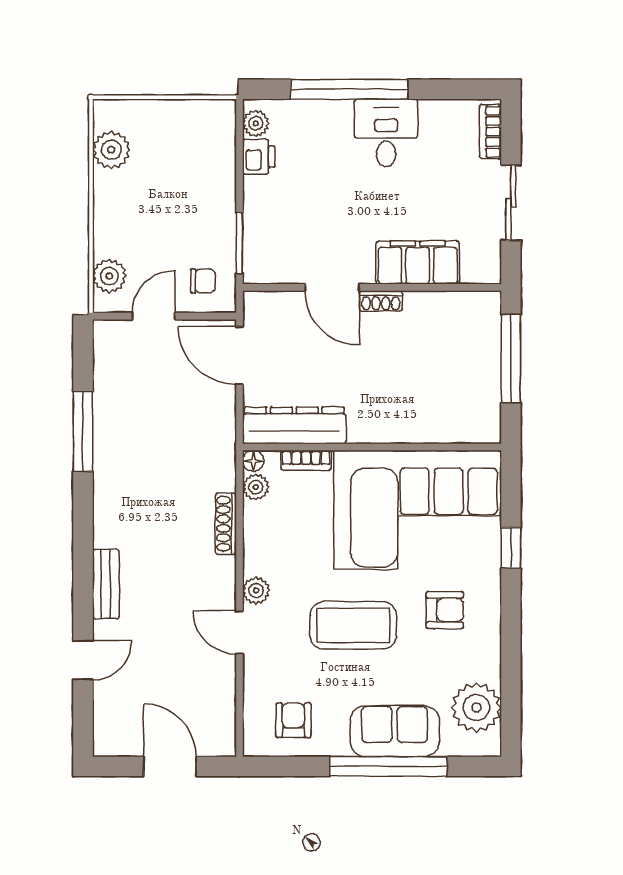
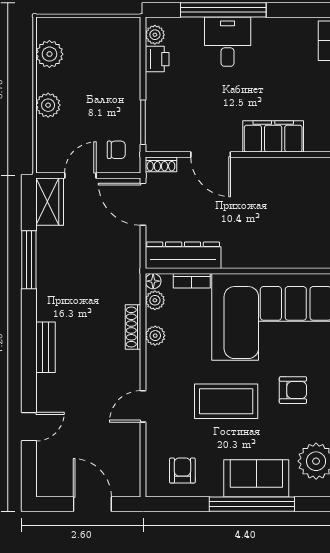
desk: (386, 133) -> (228, 42), moved
plant: (109, 276) -> (48, 105), moved
shoe rack: (381, 301) -> (161, 164), moved
wardrobe: (111, 352) -> (50, 202), added
bench: (106, 584) -> (46, 347), moved
plant: (256, 591) -> (155, 336), moved
door: (239, 633) -> (143, 406), hinge flipped

